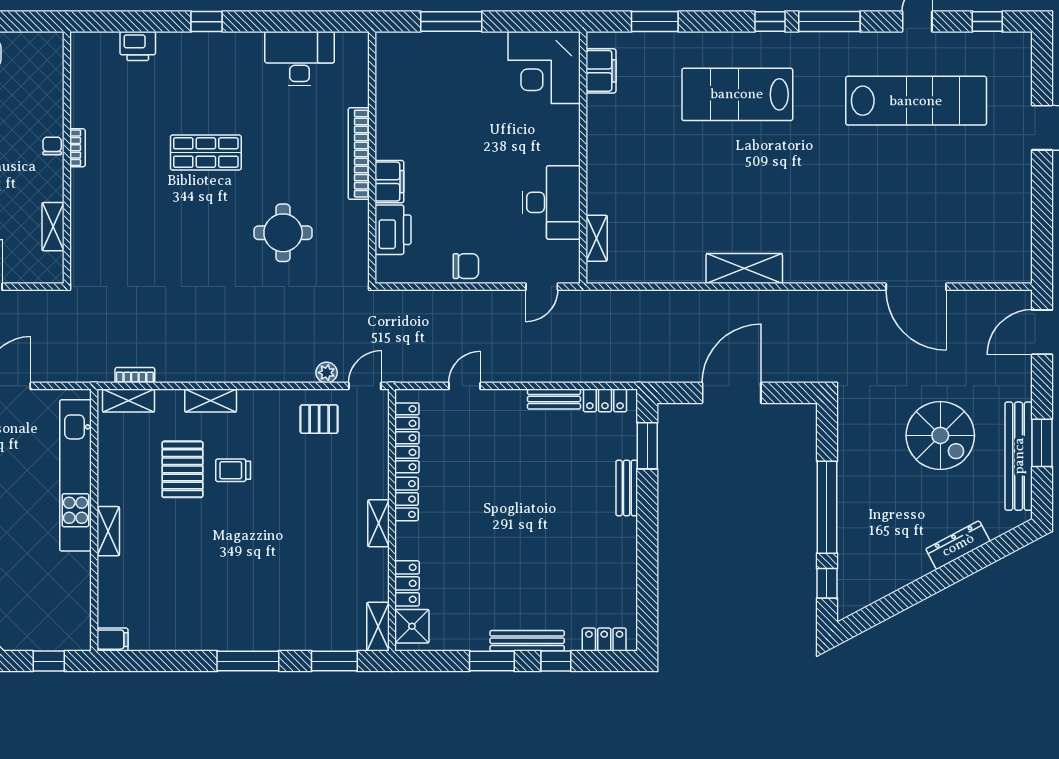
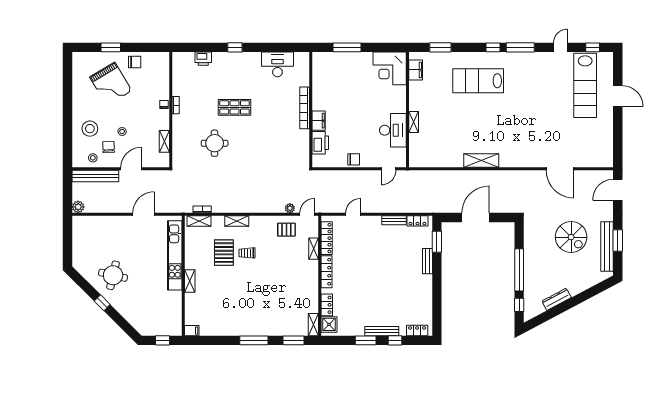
lab bench: (916, 101) -> (585, 85), moved, turned 90
round table: (283, 233) -> (215, 143), moved
shelving: (597, 238) -> (414, 122), moved
locker: (407, 499) -> (327, 272), width x1.53
shelving: (378, 523) -> (314, 249), moved
dresser: (958, 545) -> (557, 299), moved

